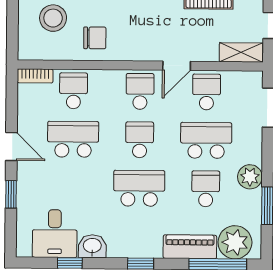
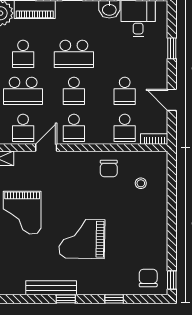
stool: (53, 18) -> (141, 183), width x0.53, depth x0.53
chair: (95, 38) -> (109, 168), turned -90
school desk: (73, 139) -> (125, 91), width x0.54
door: (11, 147) -> (172, 100), moved

